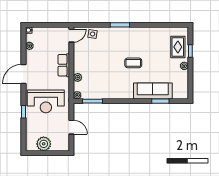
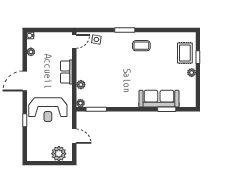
coffee table: (133, 63) -> (141, 46), moved
plant: (44, 144) -> (59, 154), moved

